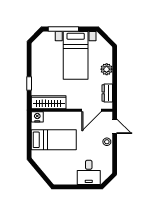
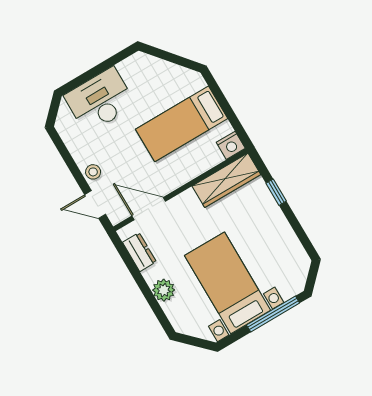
door: (91, 110) -> (149, 209), hinge flipped
desk: (89, 172) -> (100, 100), width x1.37

